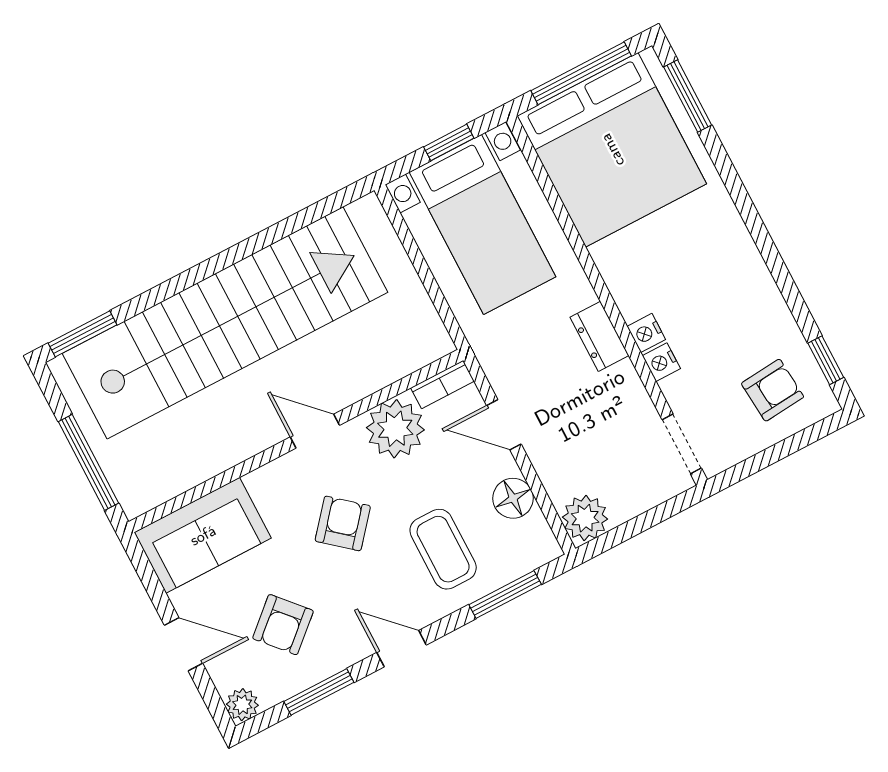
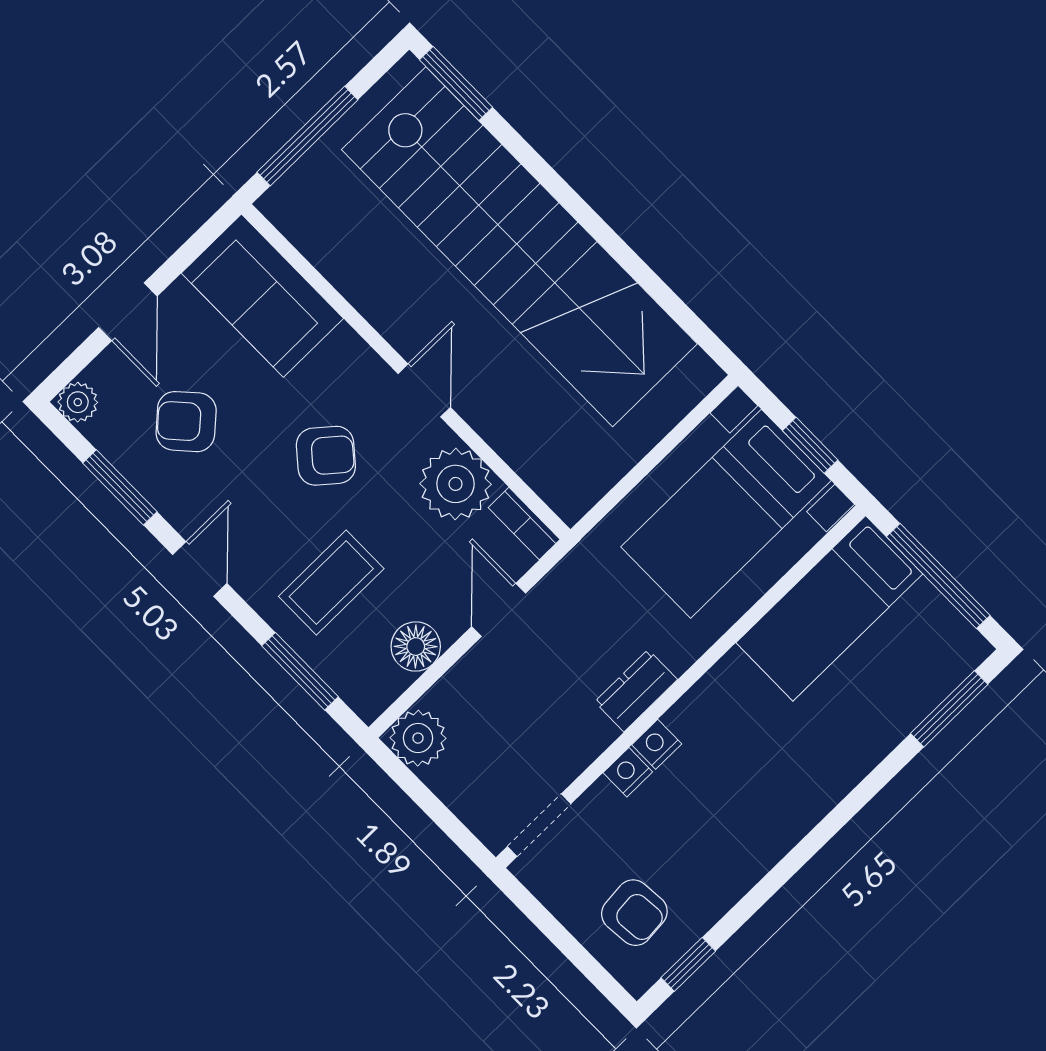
bed: (612, 150) -> (829, 608), width x0.49

